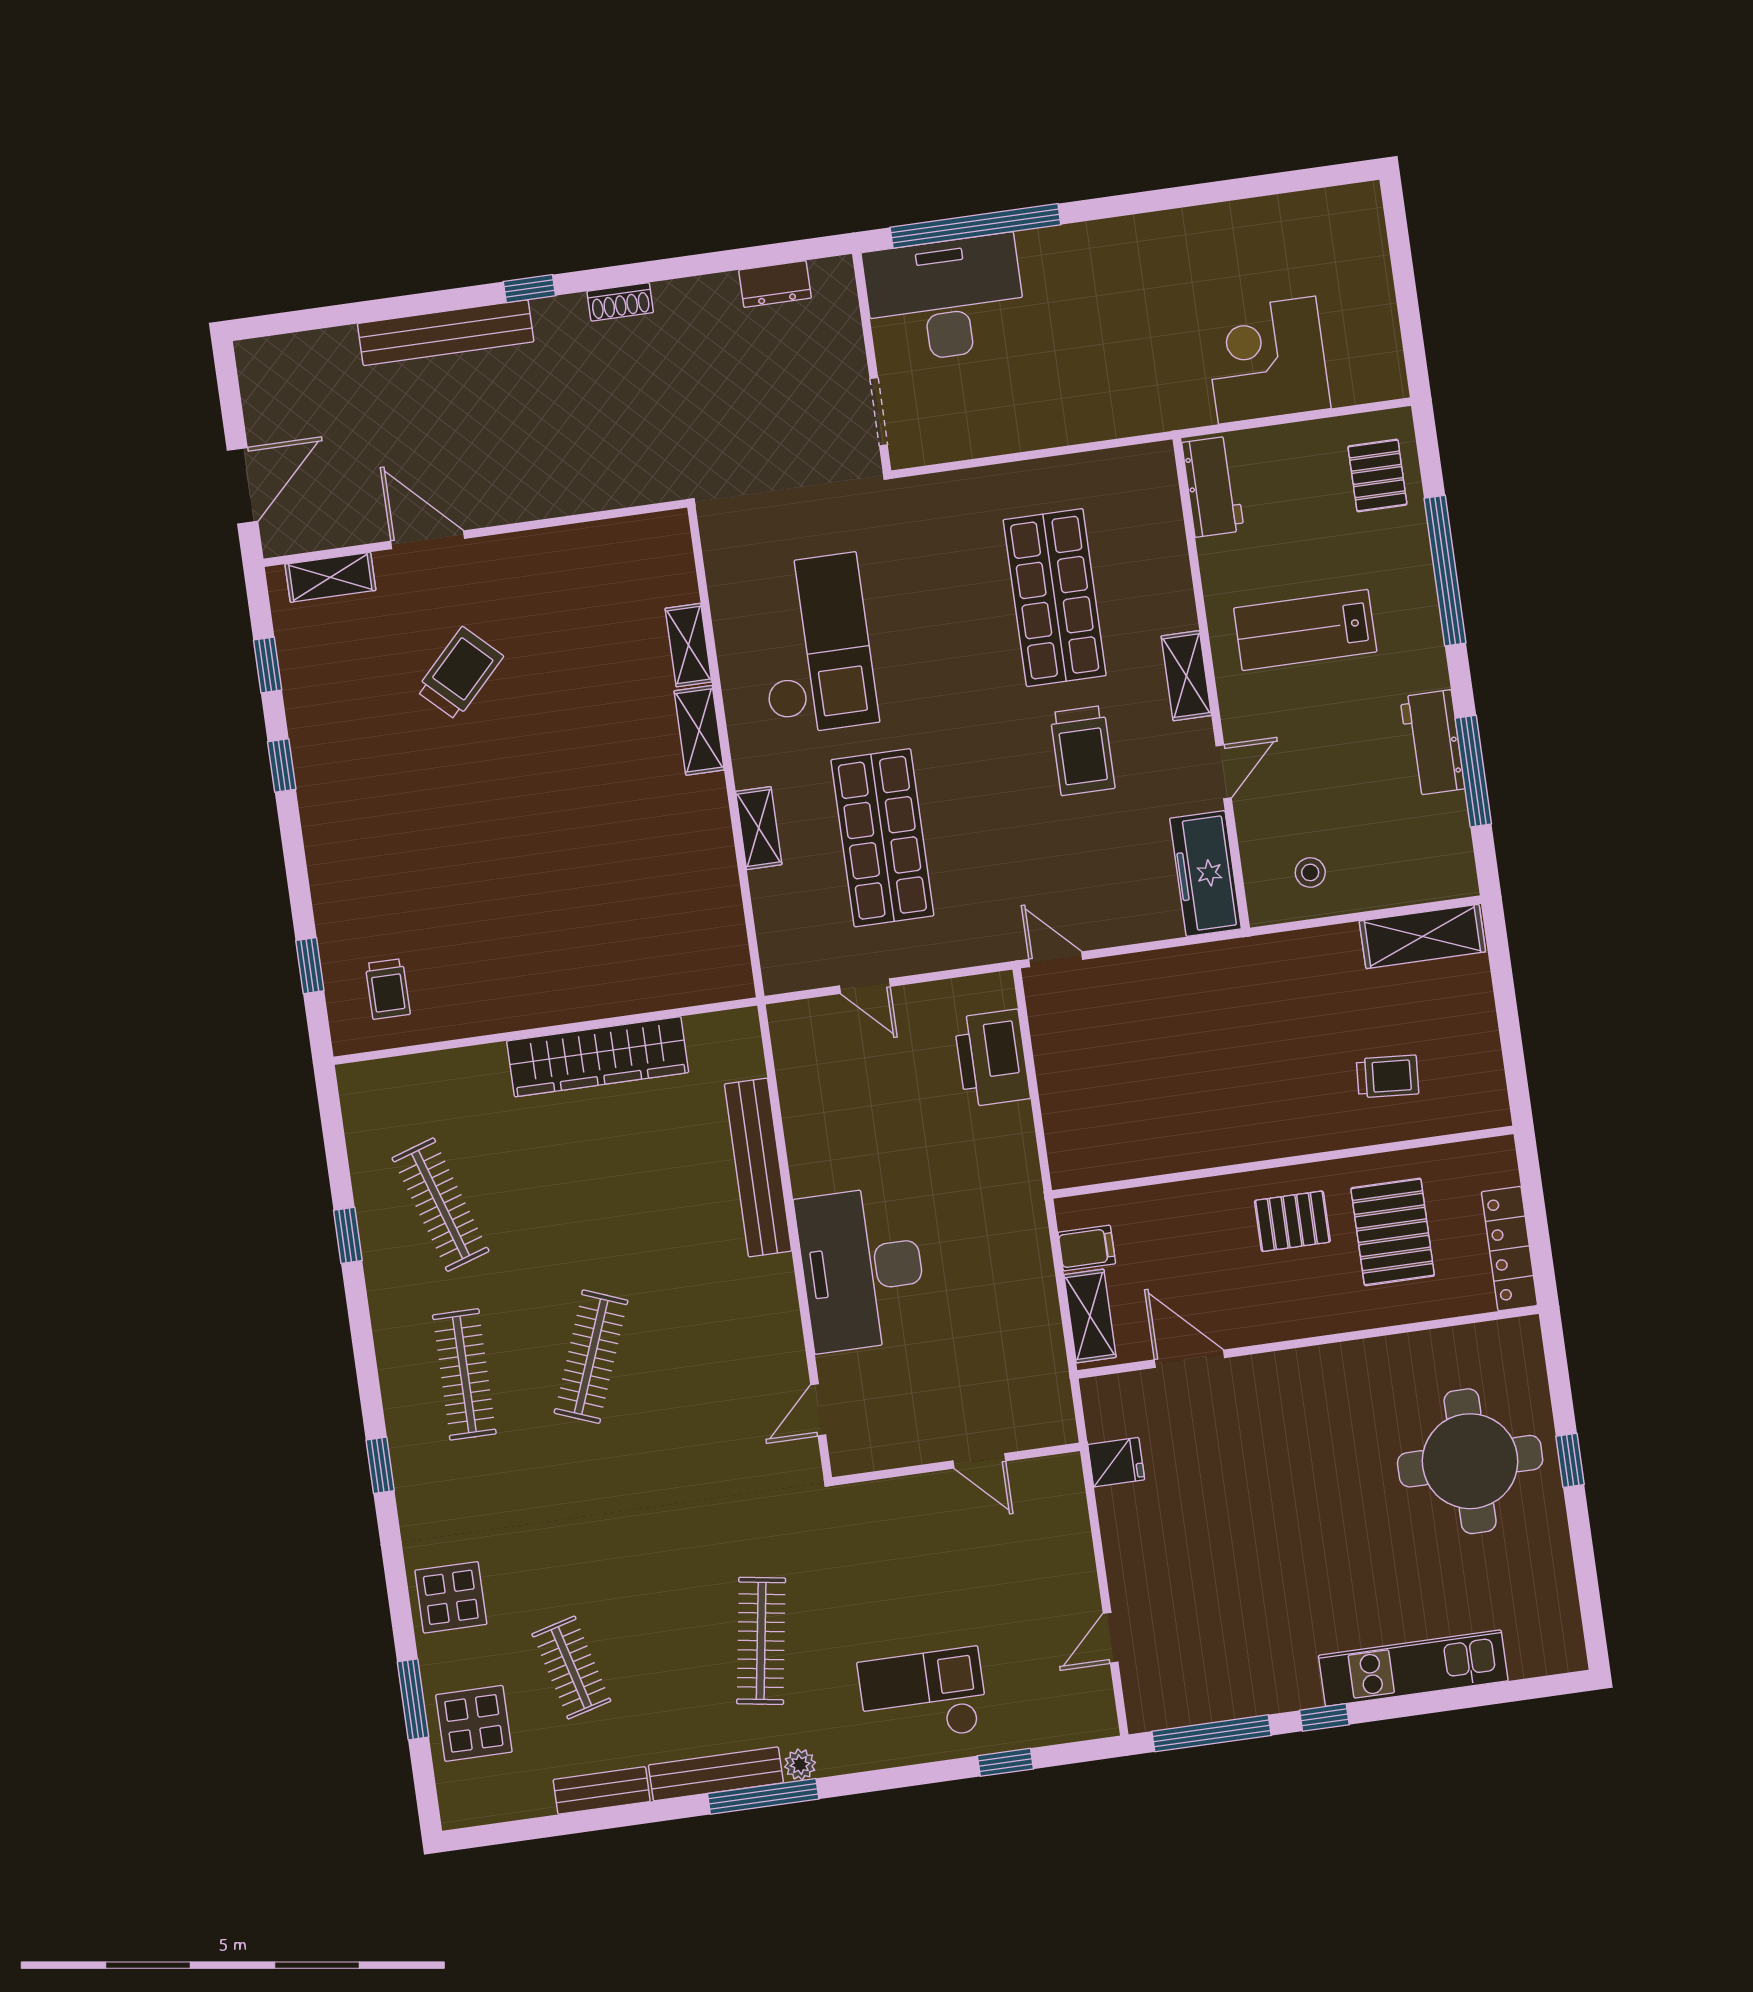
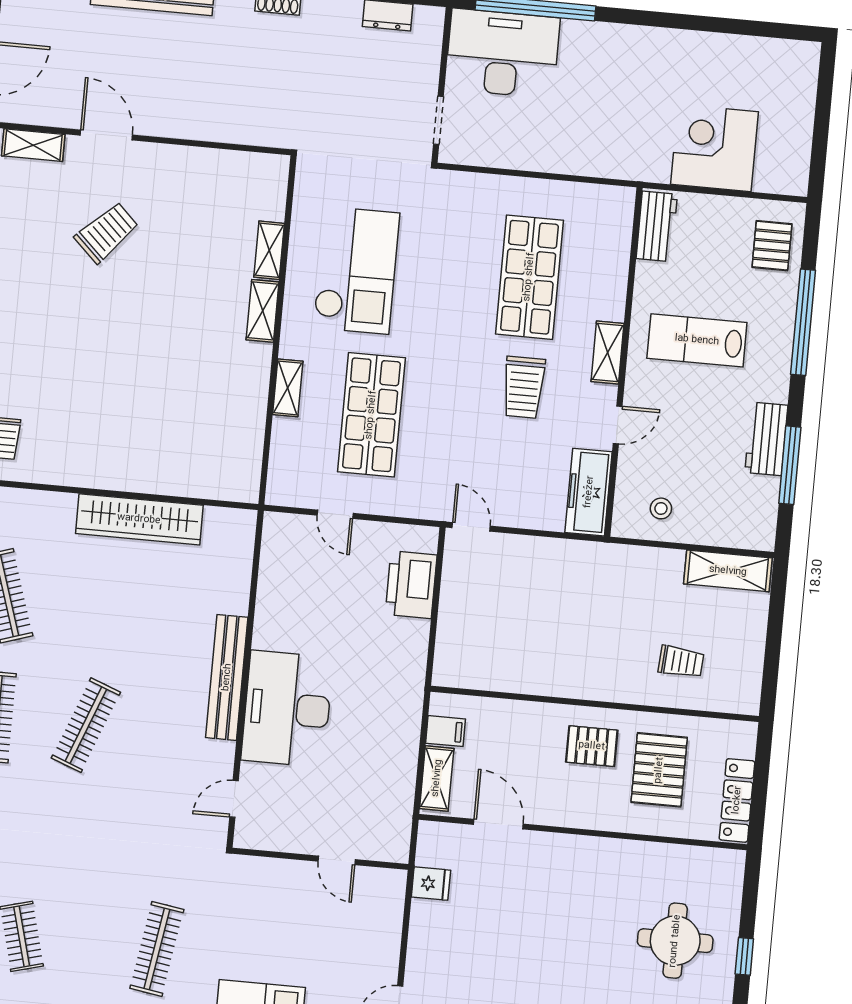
bench: (758, 1167) -> (227, 677), moved
round table: (1470, 1461) -> (675, 941), width x0.73, depth x0.73

